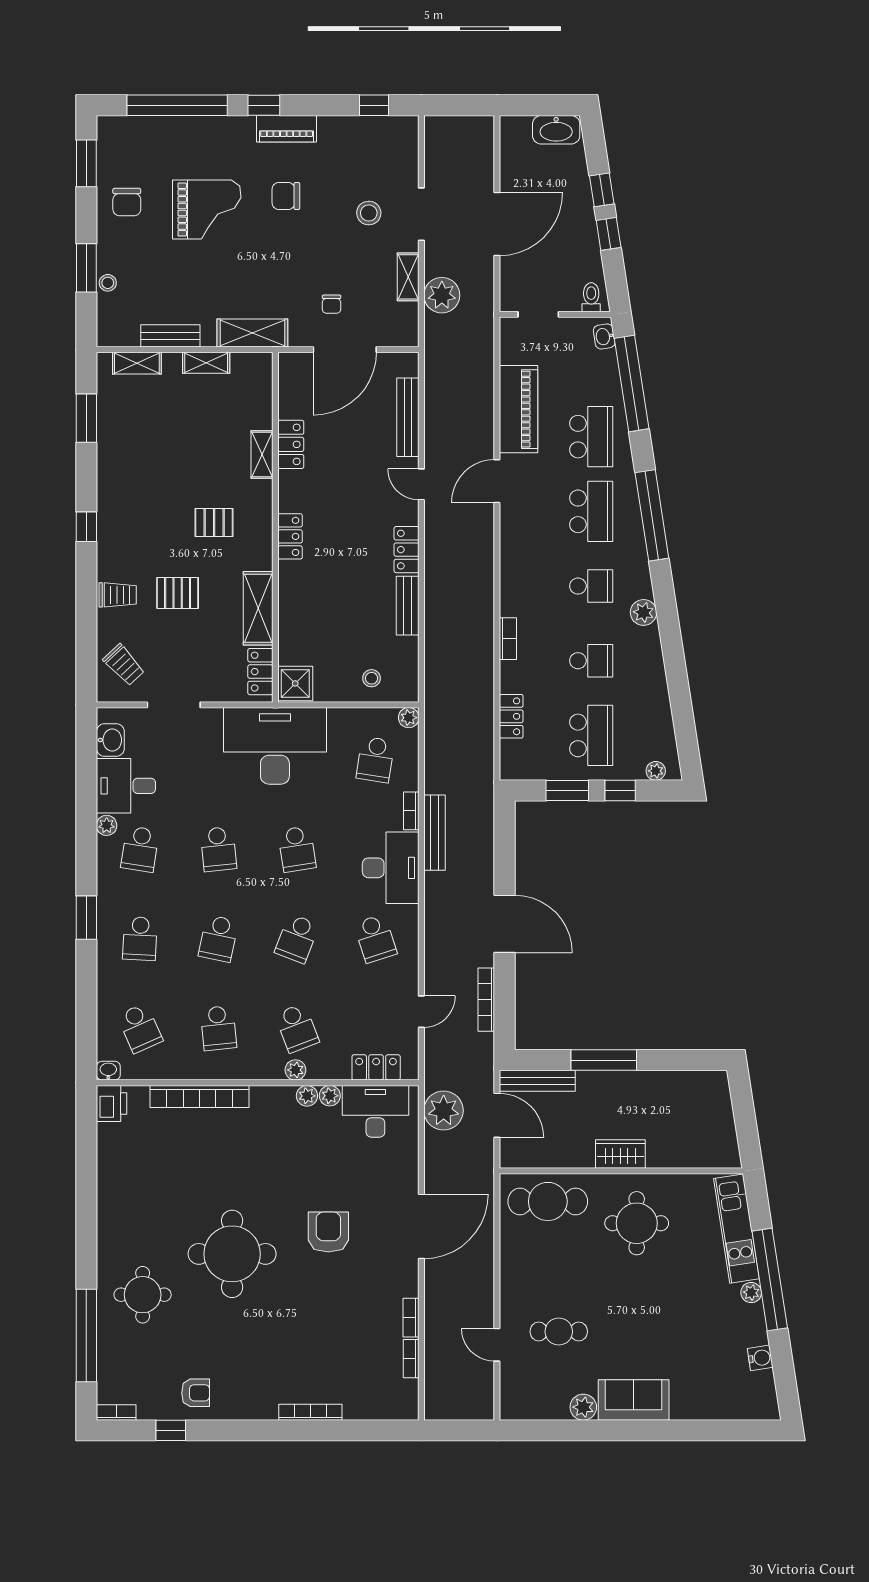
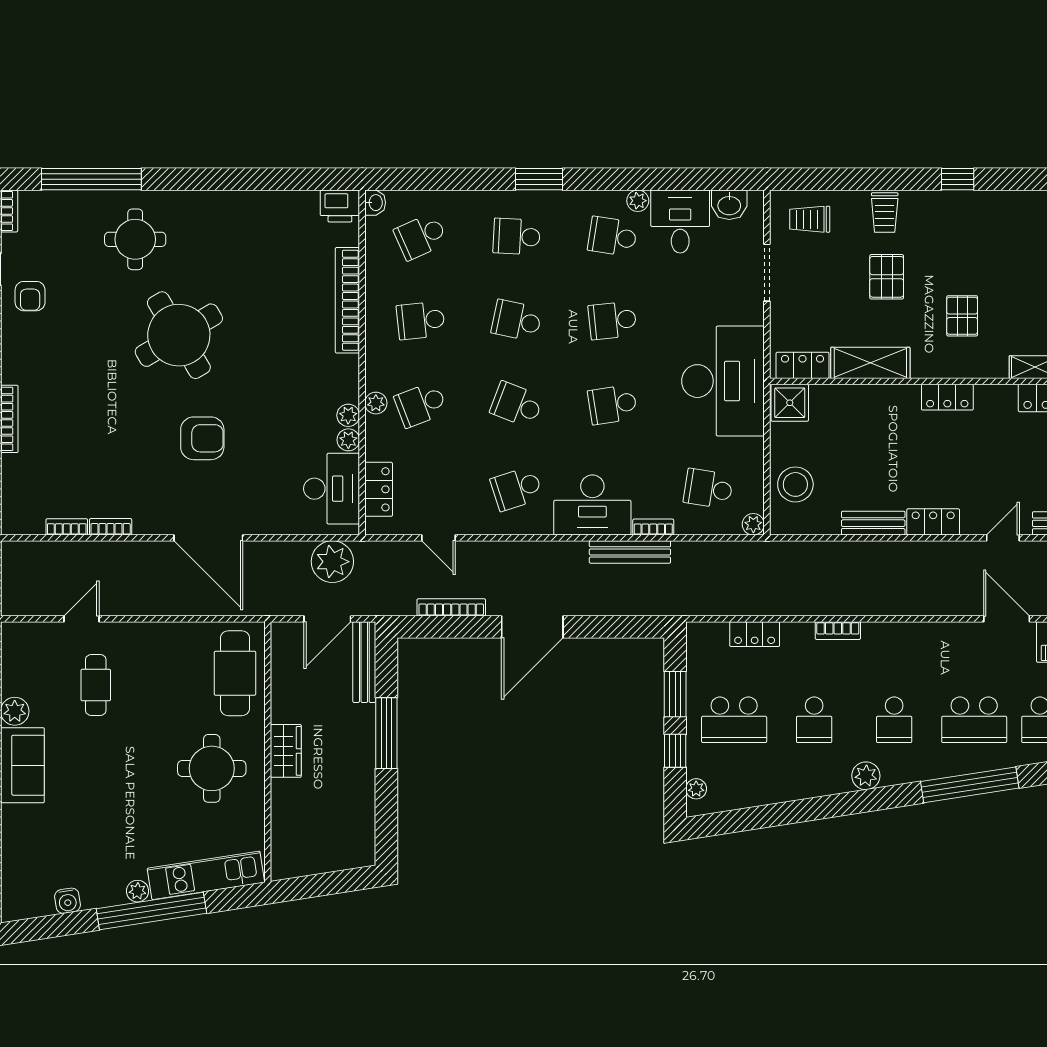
trolley: (124, 665) -> (810, 219), turned 43
stool: (372, 678) -> (795, 484), width x1.89, depth x1.89
round table: (232, 1254) -> (179, 335), turned -31

